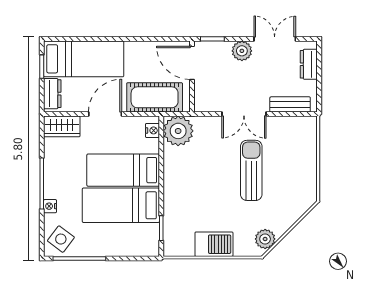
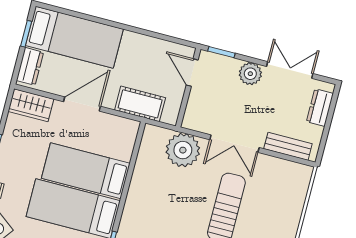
door: (192, 63) -> (192, 73), width x0.73
cot: (155, 97) -> (140, 104), width x0.73, depth x0.75
nightstand: (152, 130) -> (129, 136), removed
plant: (178, 131) -> (183, 150), moved

